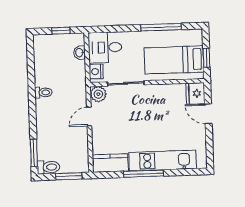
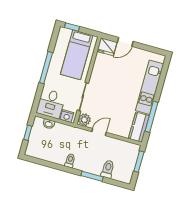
window: (161, 27) -> (46, 68), moved
window: (206, 58) -> (72, 27), moved
door: (89, 117) -> (99, 132), swing flipped
window: (34, 153) -> (92, 176), moved
toilet: (48, 167) -> (108, 169), moved
window: (144, 174) -> (151, 117), moved

